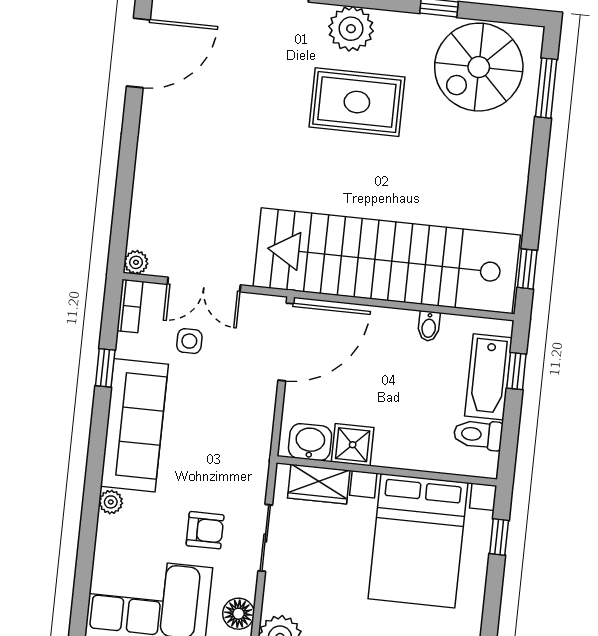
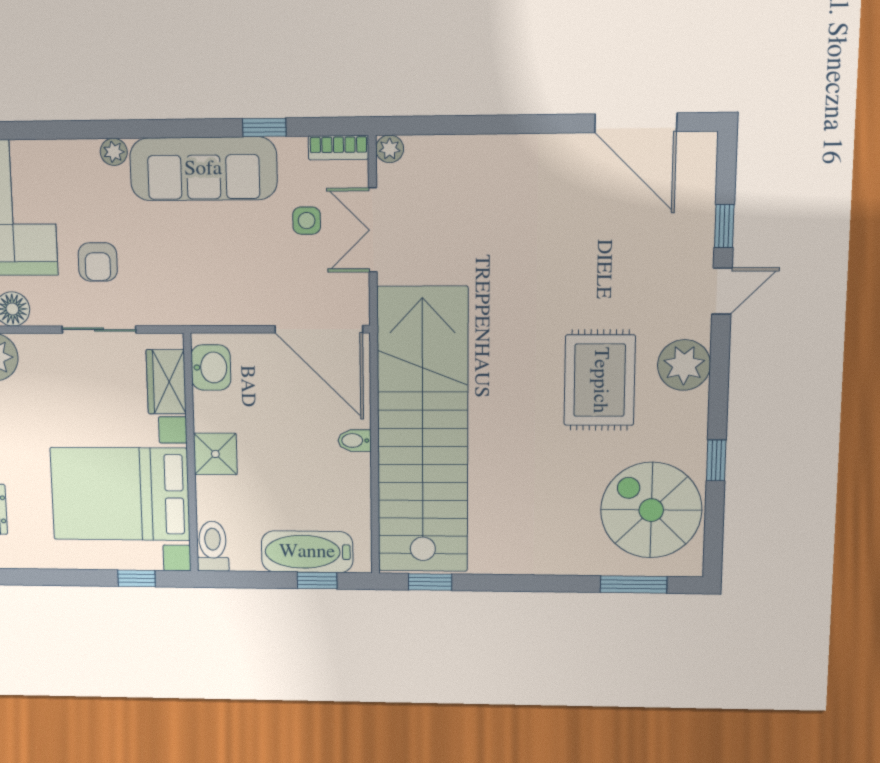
bidet: (429, 326) -> (355, 441), moved
toilet: (478, 435) -> (213, 546), moved
shower: (353, 445) -> (215, 454), moved

